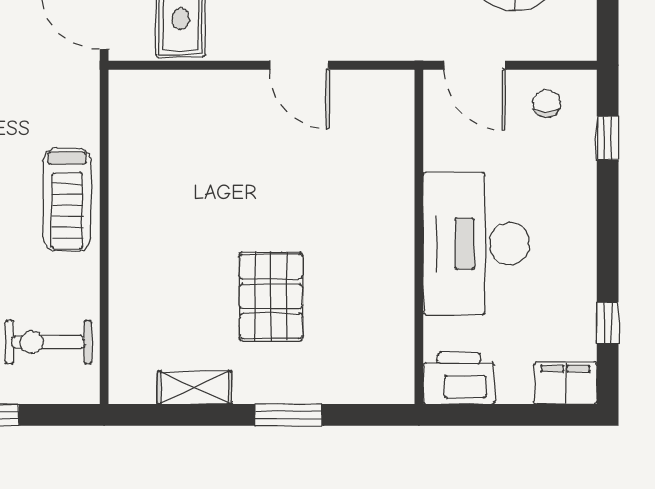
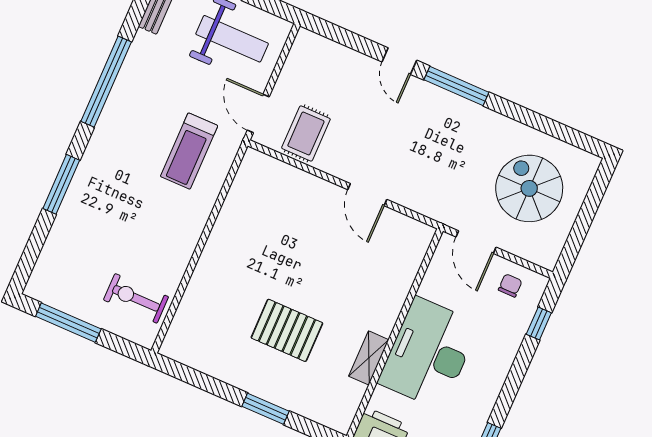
treadmill: (67, 199) -> (189, 151), moved
pallet: (271, 296) -> (287, 330), turned 90
shelving: (195, 388) -> (369, 358), moved, turned 90

